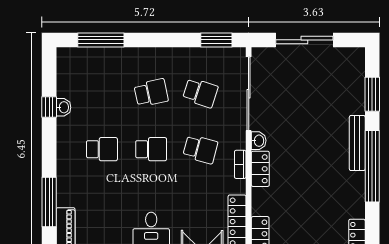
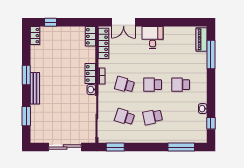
window: (49, 107) -> (211, 123), moved
window: (372, 166) -> (26, 75), width x0.47

